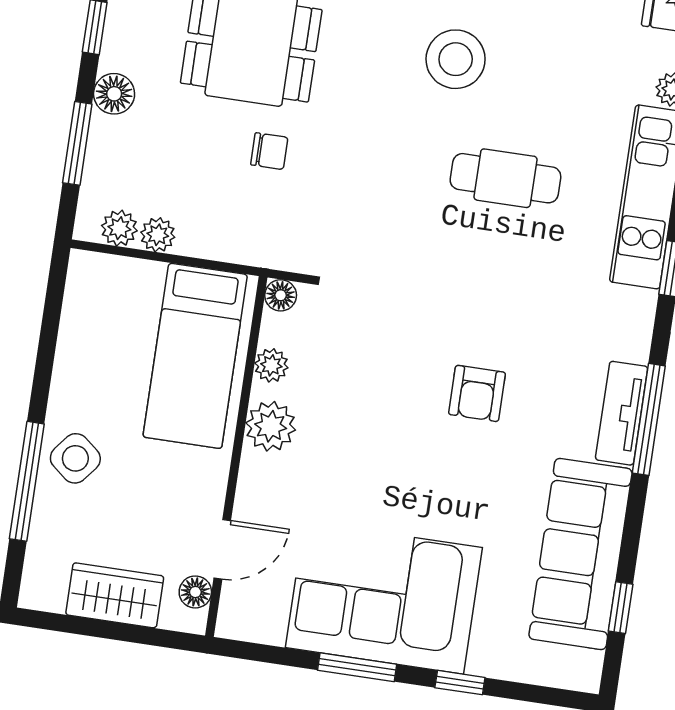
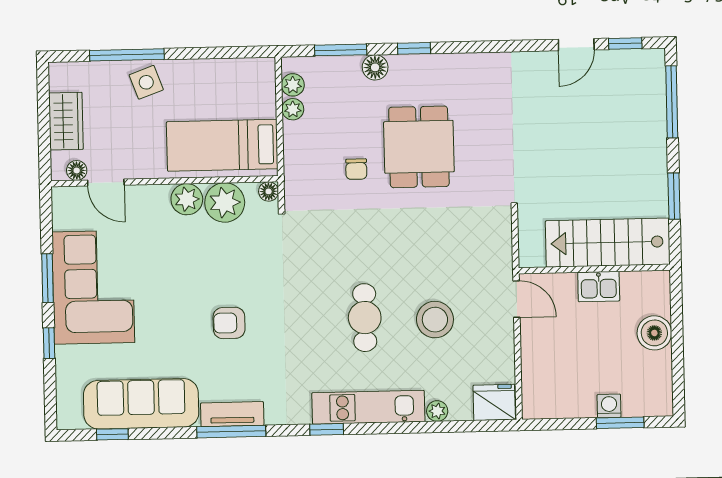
stool: (456, 59) -> (435, 320), moved
plant: (271, 365) -> (225, 202), width x1.88, depth x1.88
side table: (75, 458) -> (146, 82), turned 31

